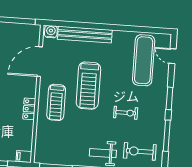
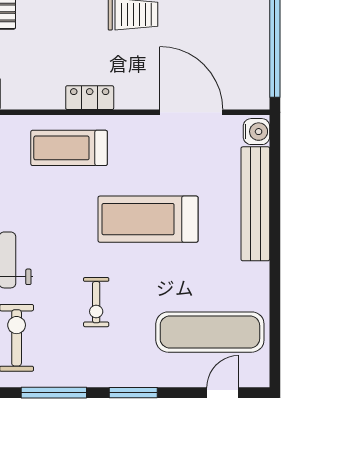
treadmill: (56, 102) -> (69, 148), moved

